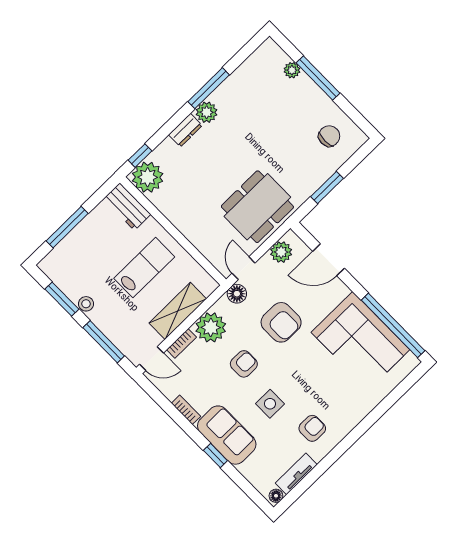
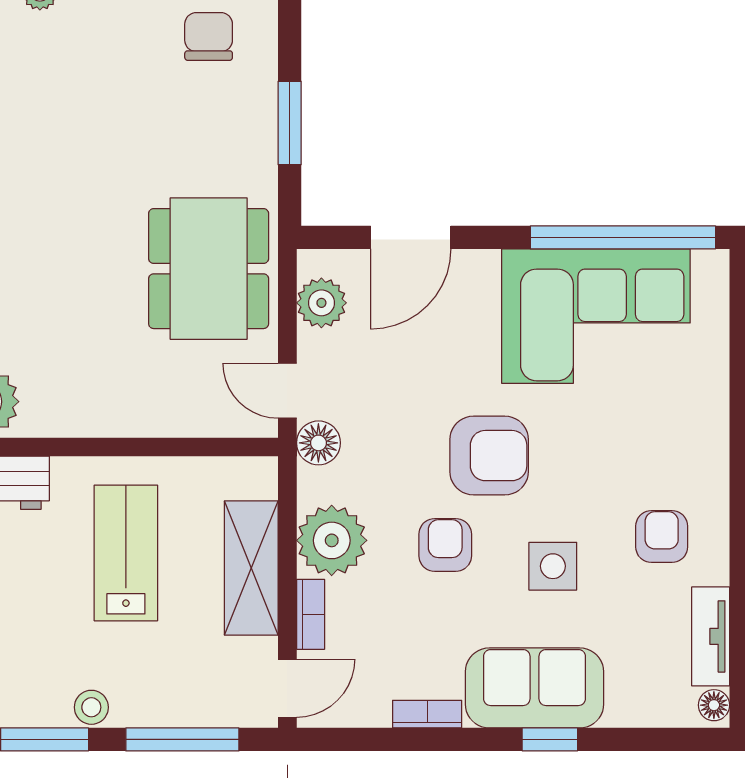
armchair: (281, 322) -> (489, 456), moved

